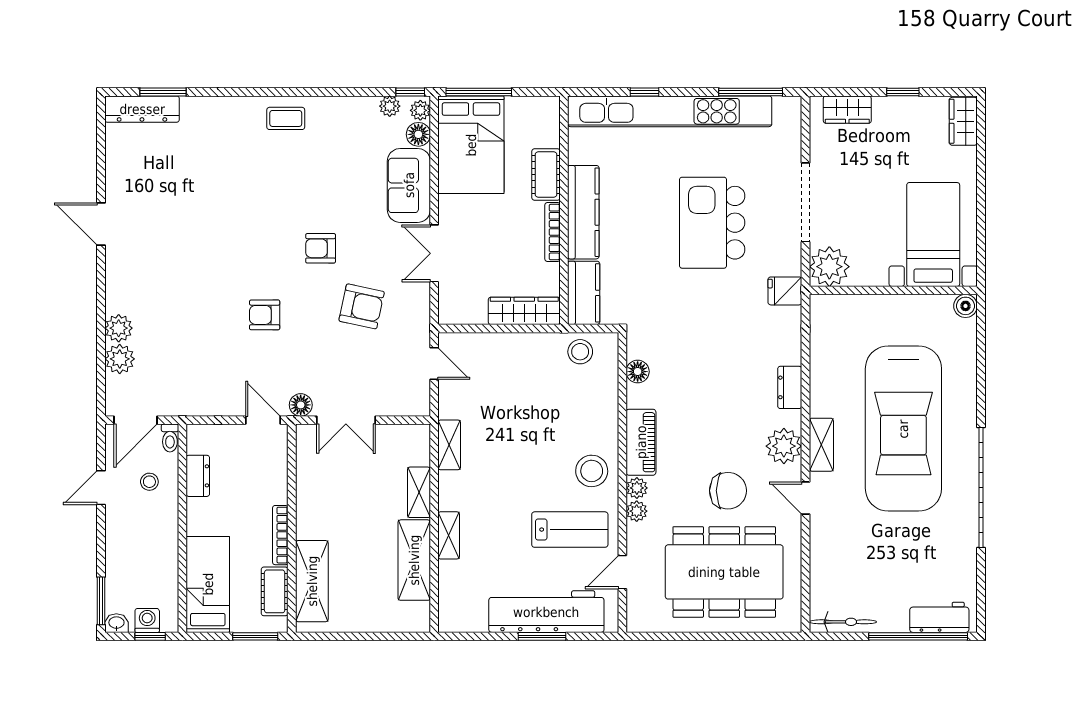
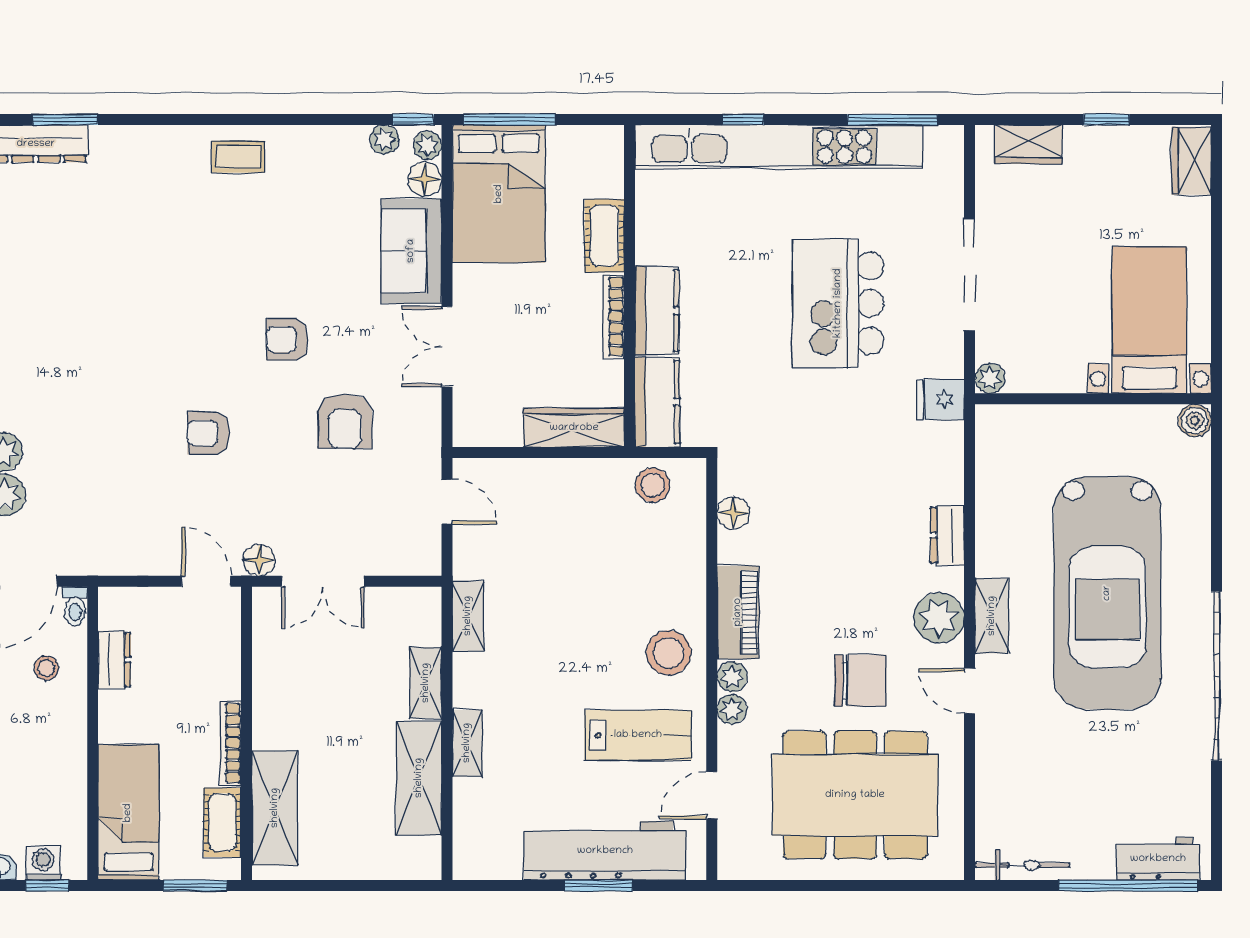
kitchen counter: (583, 212) -> (657, 311), width x0.67
plant: (829, 267) -> (990, 378), width x0.53, depth x0.53
armchair: (362, 306) -> (345, 421), turned 78

